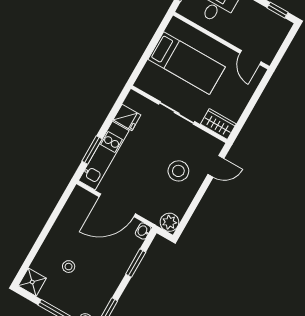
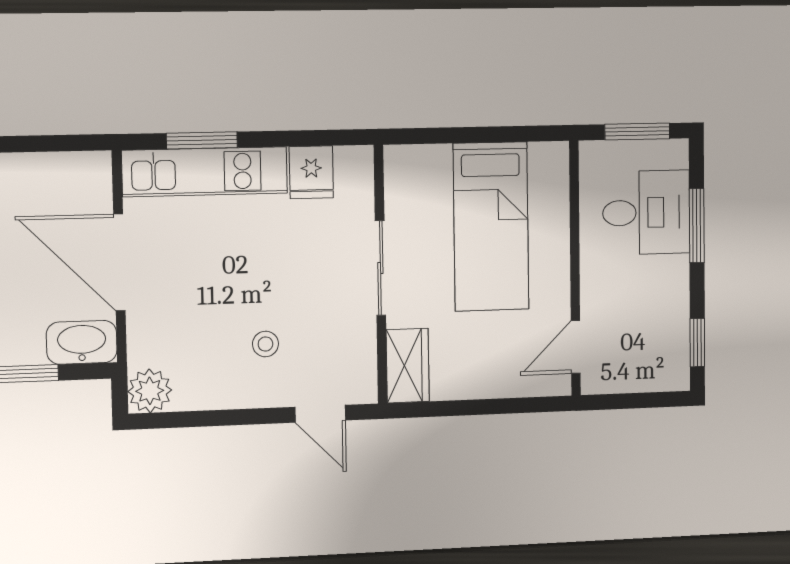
stool: (178, 171) -> (265, 344), width x0.53, depth x0.53
washbasin: (143, 231) -> (82, 342), width x1.91, depth x1.45

